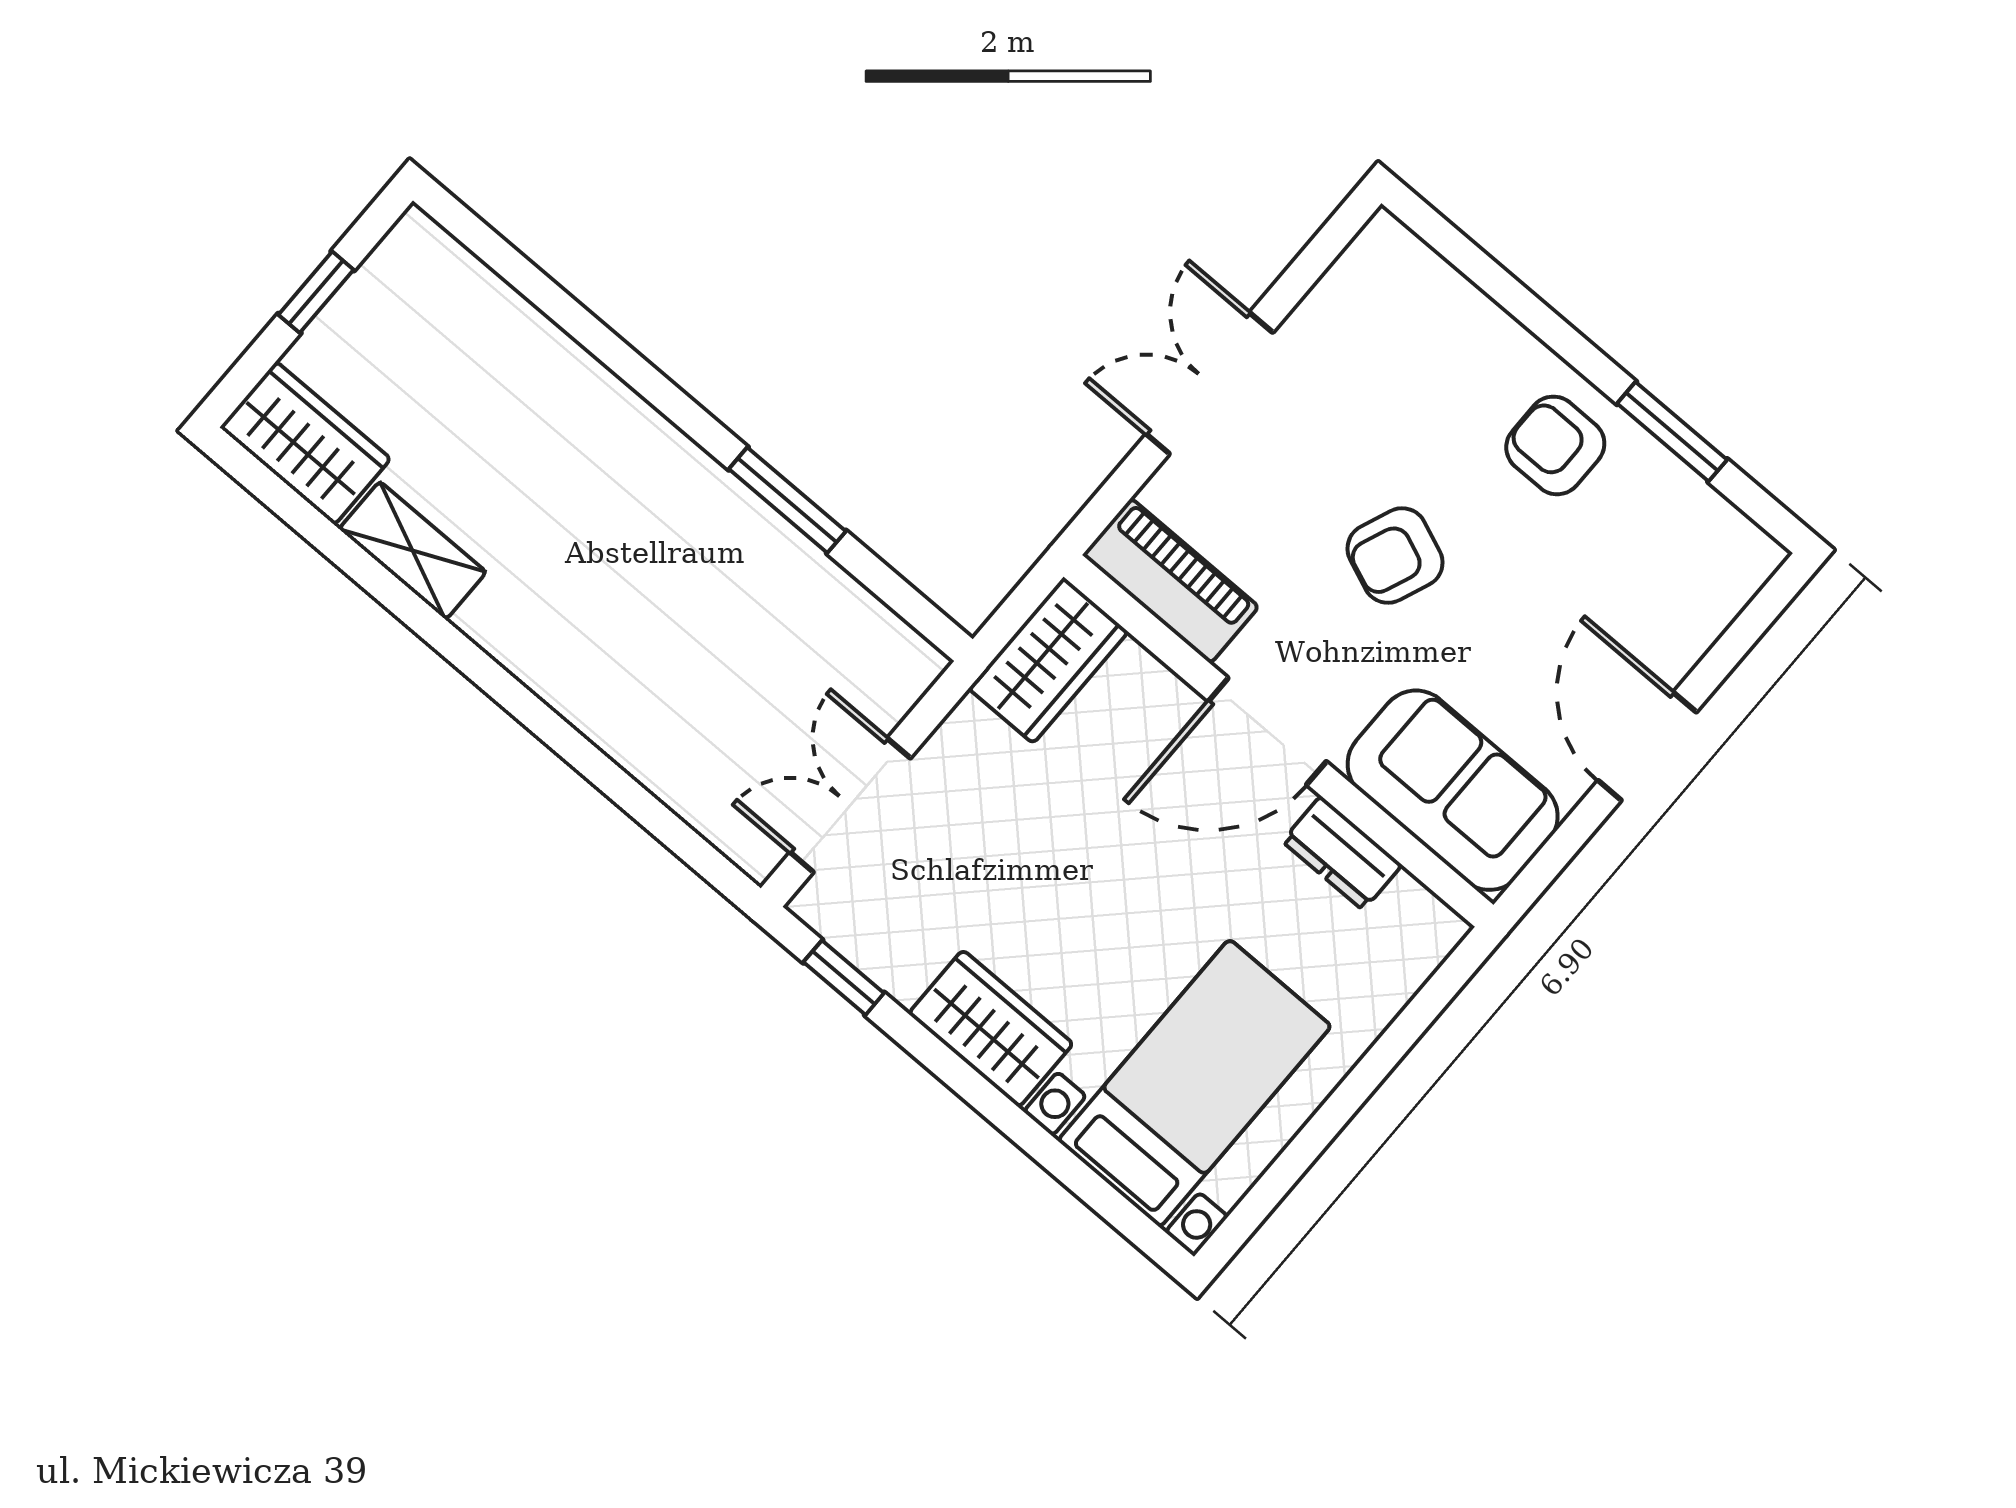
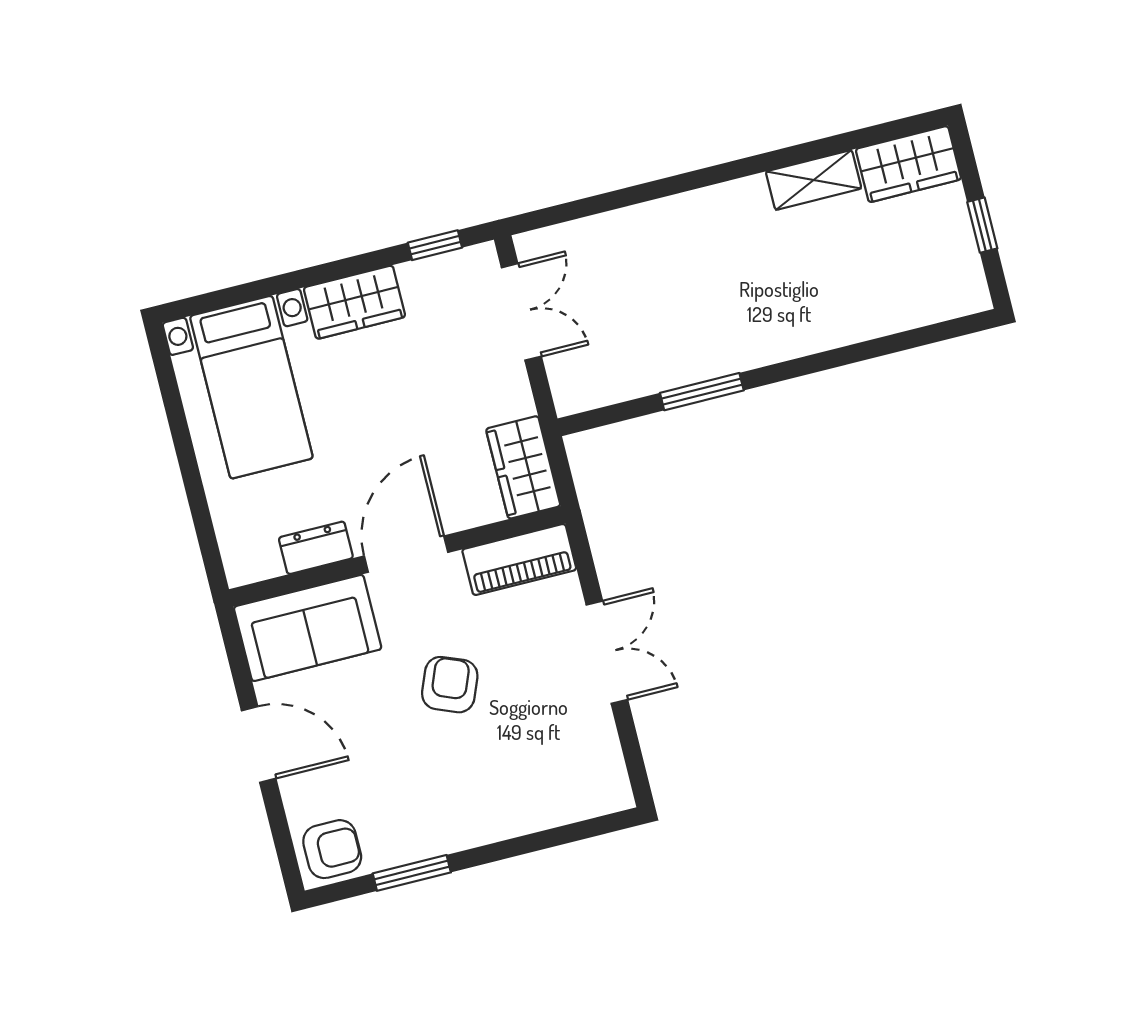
armchair: (1555, 445) -> (332, 849), moved

